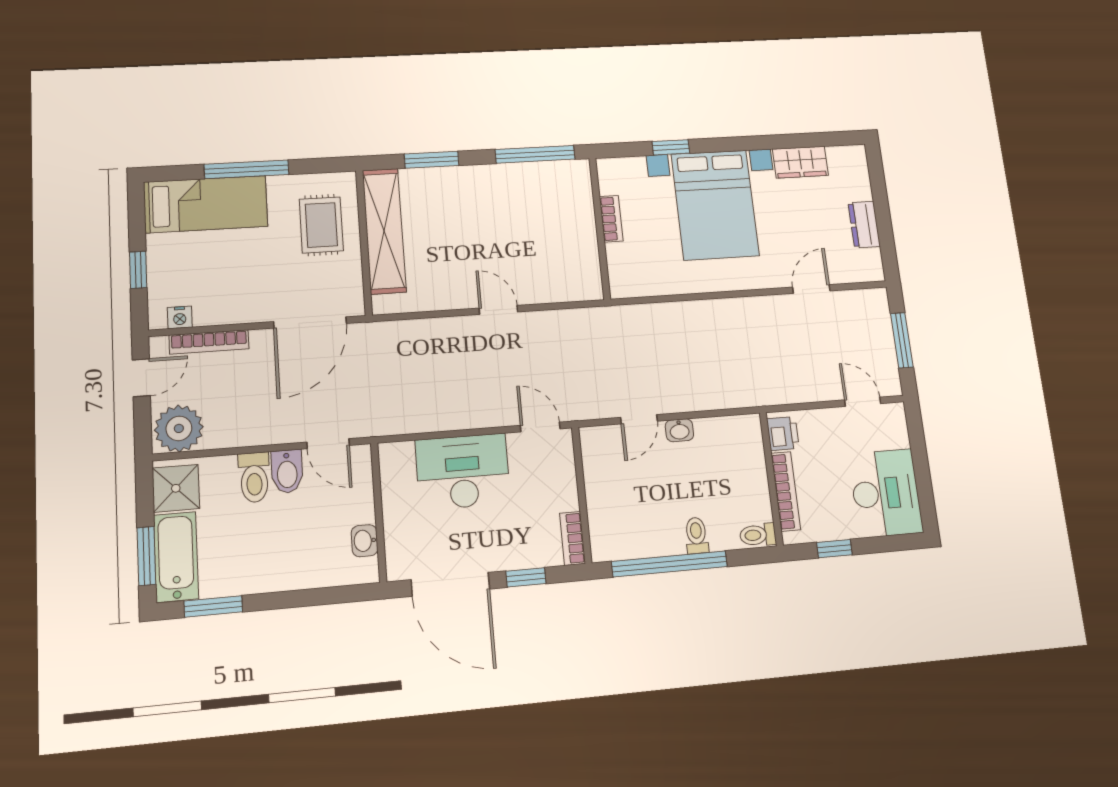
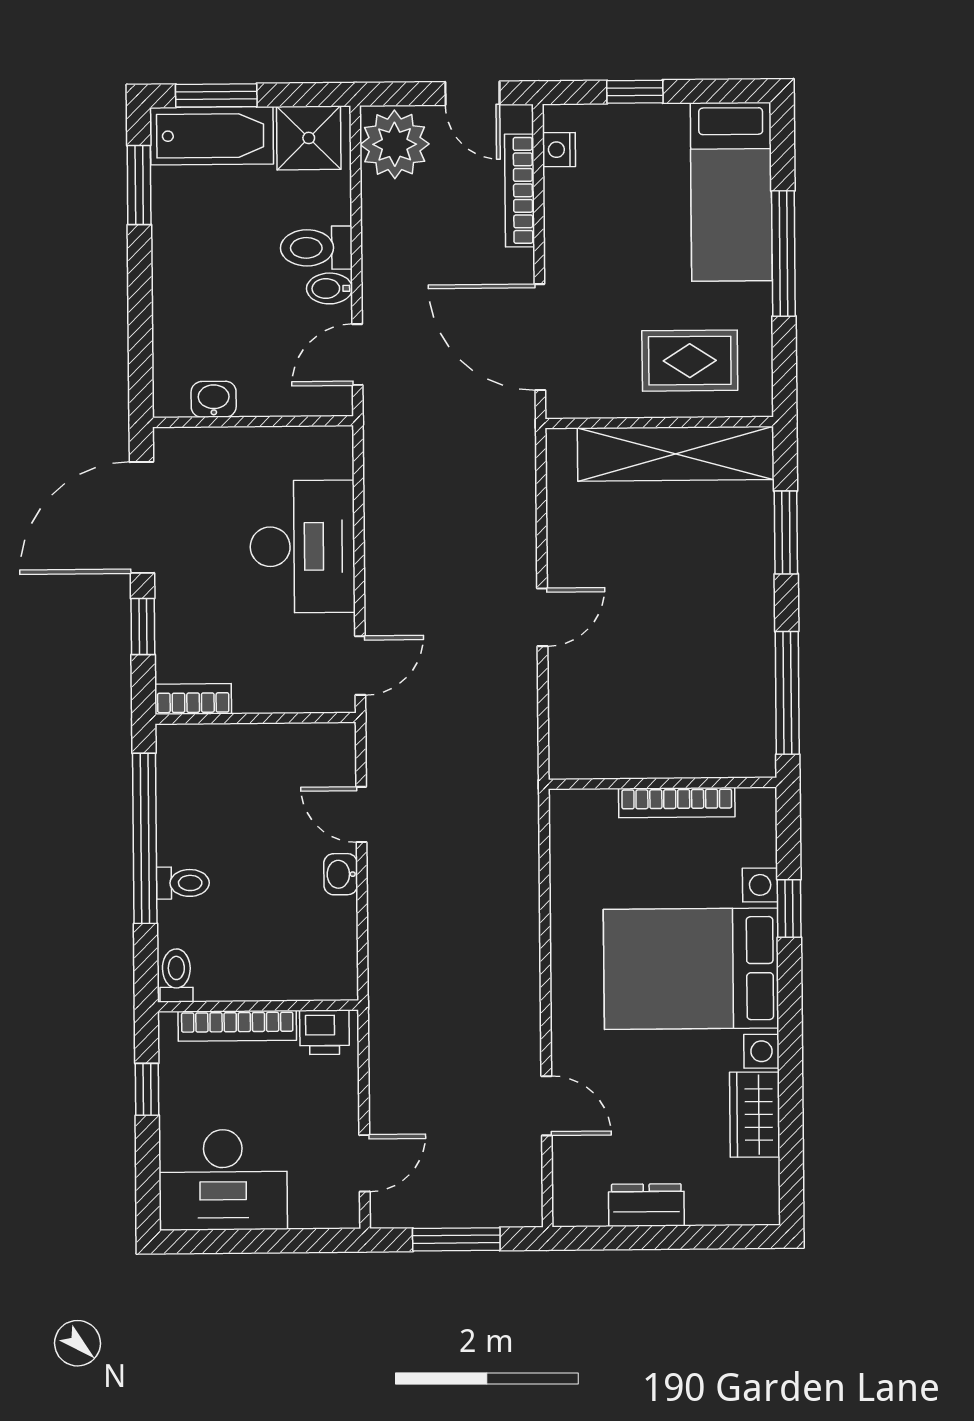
bookcase: (611, 219) -> (677, 803), width x1.56
bidet: (287, 471) -> (329, 288), width x0.72, depth x0.74

